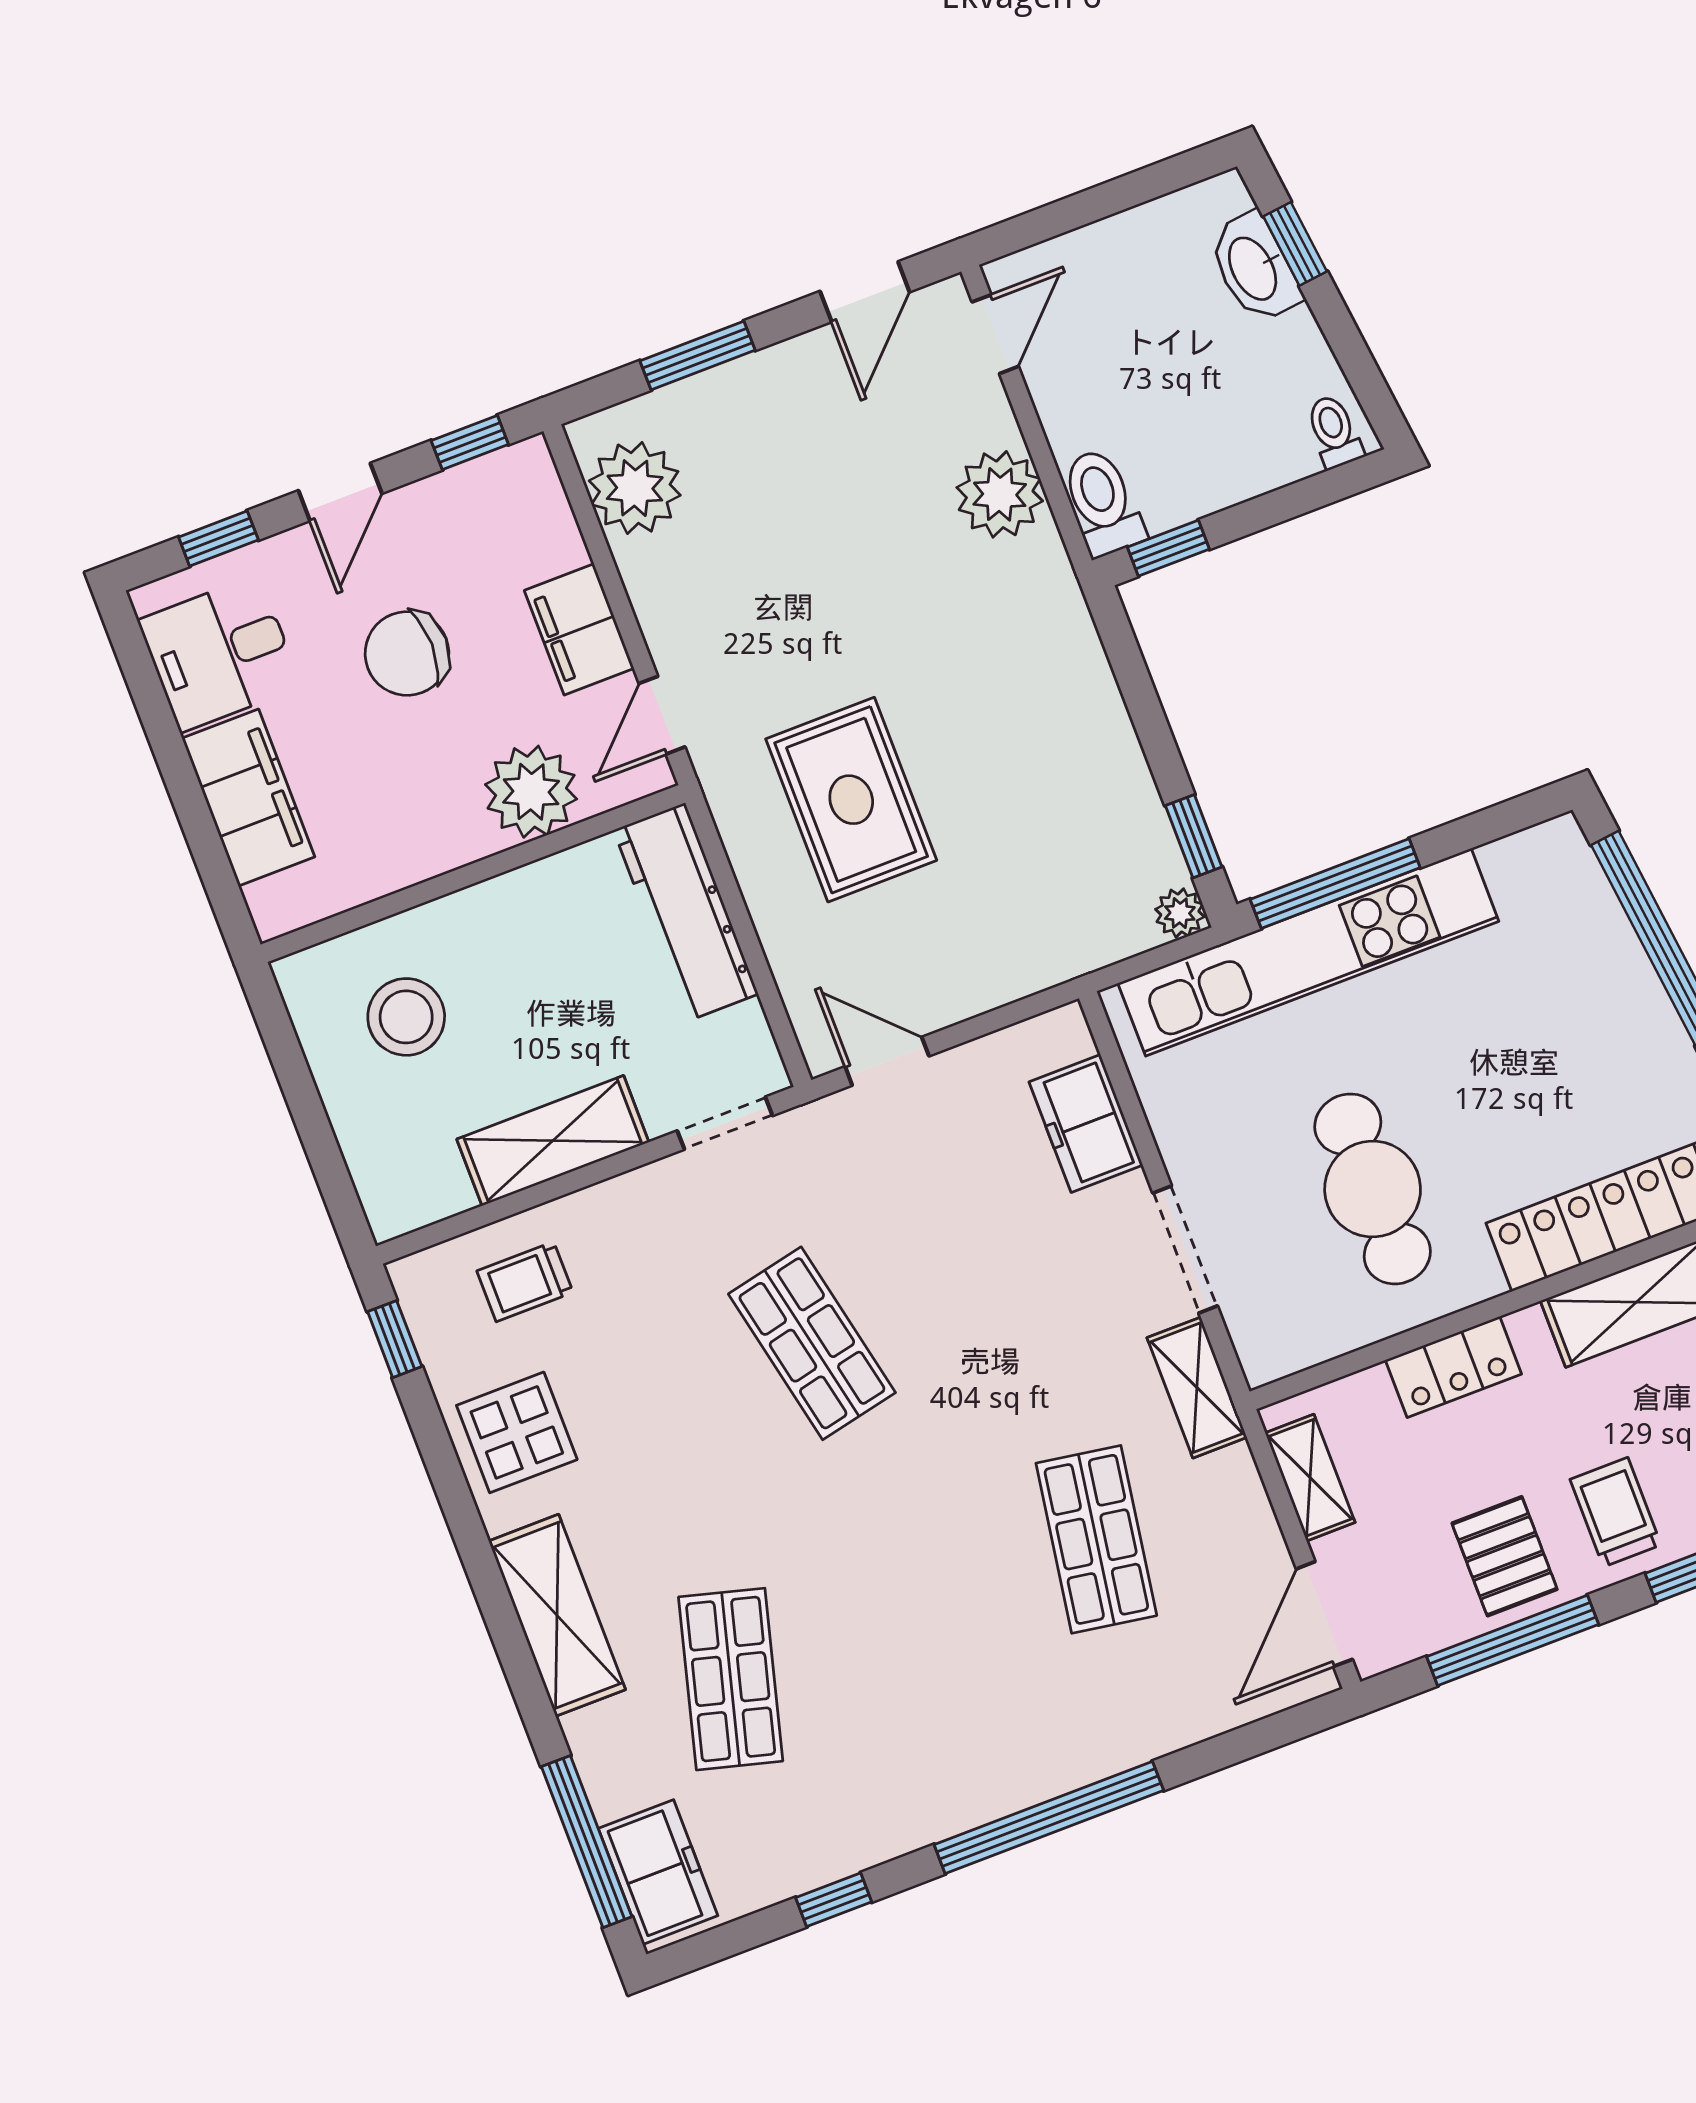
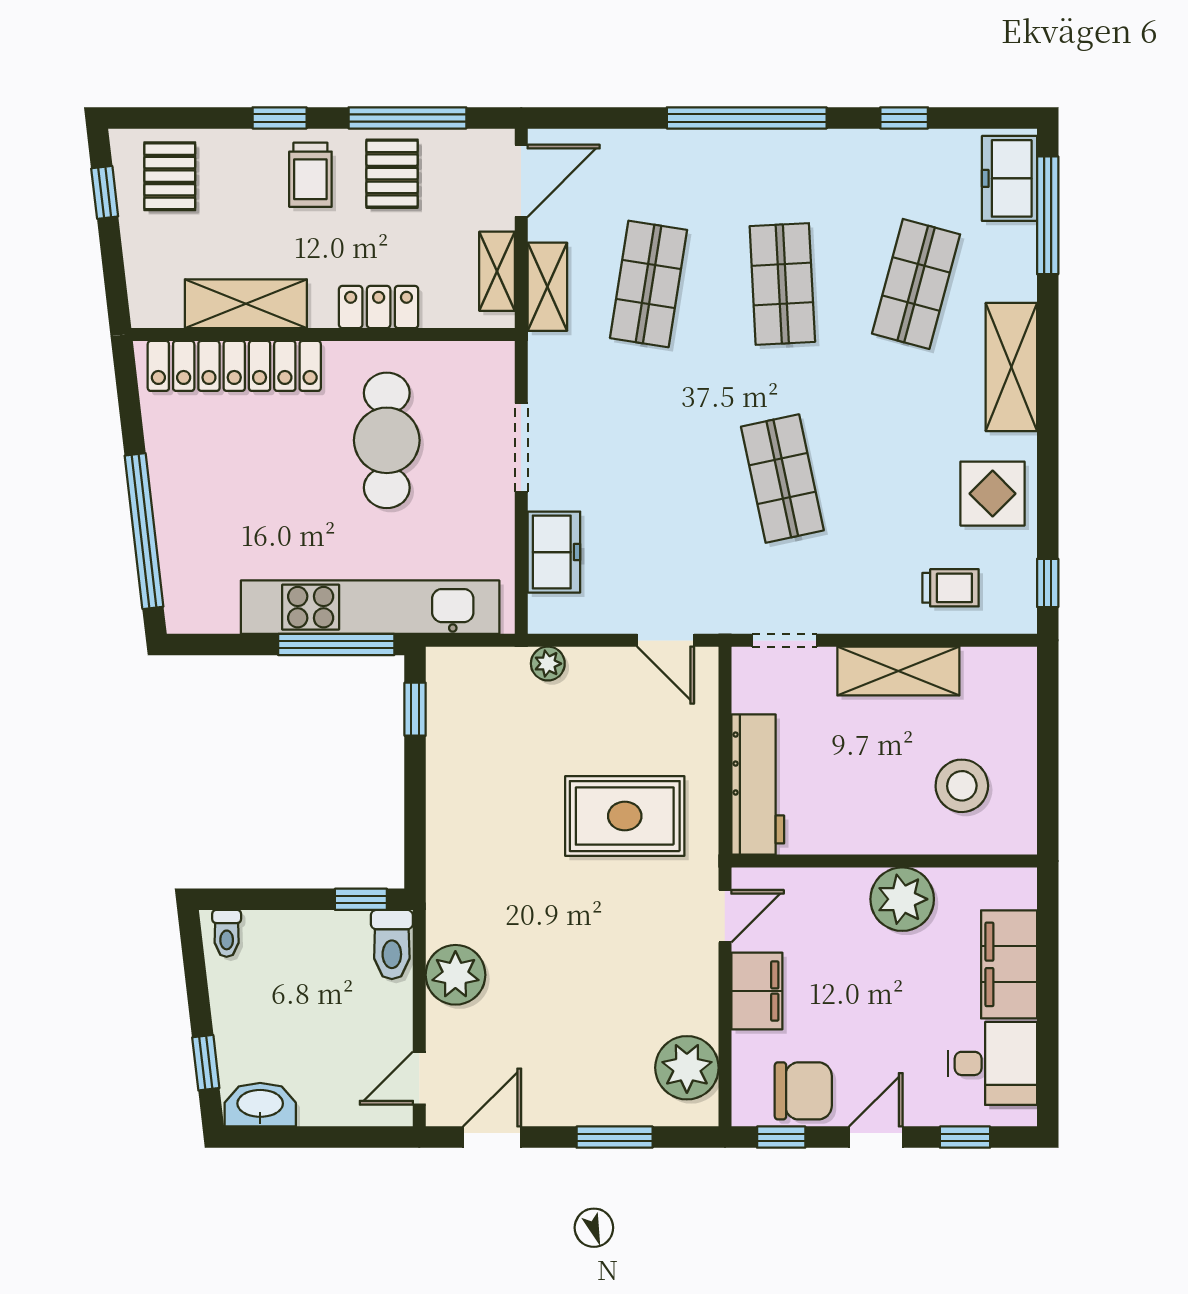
washbasin: (1254, 268) -> (260, 1105), moved, turned -83
chair: (407, 654) -> (803, 1091), moved
plant: (531, 792) -> (902, 899), moved
rug: (851, 800) -> (625, 816), turned 90
plant: (1180, 913) -> (548, 664), moved
shelving: (1197, 1388) -> (547, 287), moved
shop shelf: (913, 1609) -> (782, 284), added

